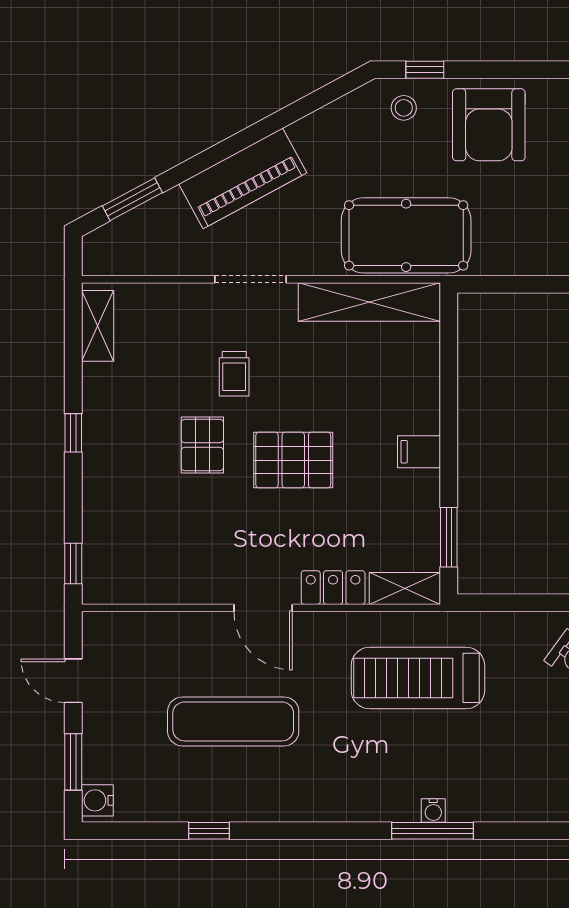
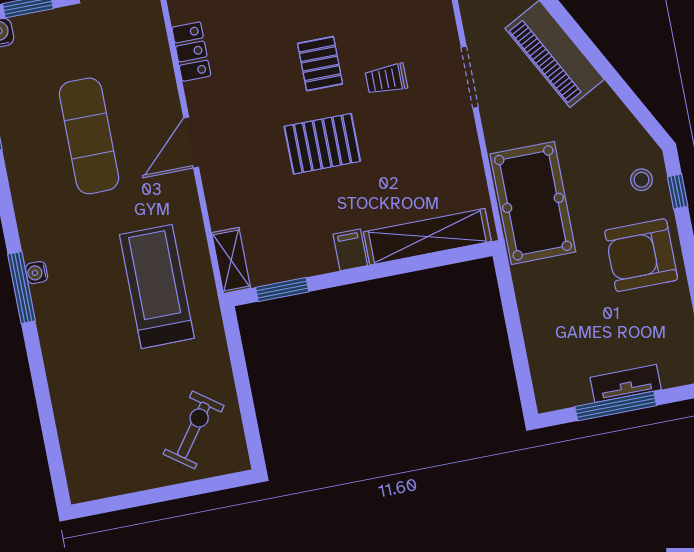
shelving: (369, 302) -> (427, 237), moved, turned 90
pallet: (202, 445) -> (320, 64), turned 90
pallet: (293, 460) -> (322, 144), turned 90
locker: (333, 588) -> (191, 52), moved
water cooler: (433, 811) -> (37, 273), moved
window: (432, 831) -> (22, 287), moved

